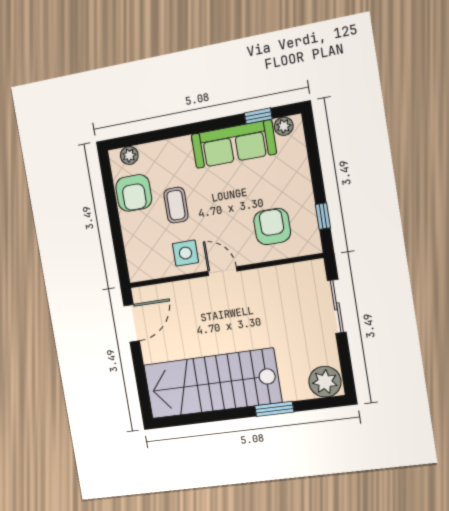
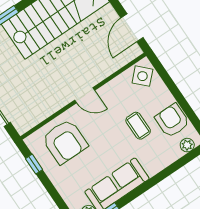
armchair: (272, 226) -> (65, 142), width x1.36, depth x1.36
side table: (185, 253) -> (142, 76), moved, turned 45

